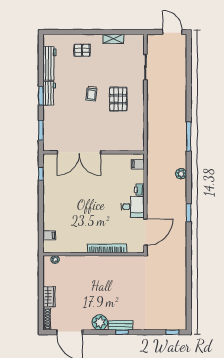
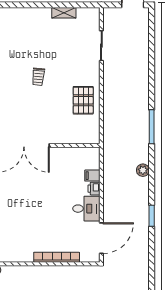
pallet: (82, 50) -> (27, 26), removed
pallet: (118, 99) -> (83, 100), moved
filing cabinet: (138, 164) -> (92, 176), moved

